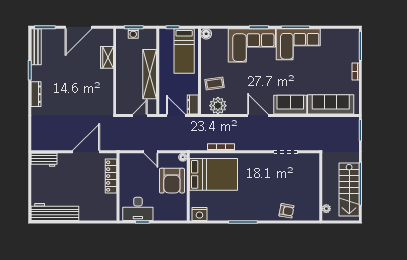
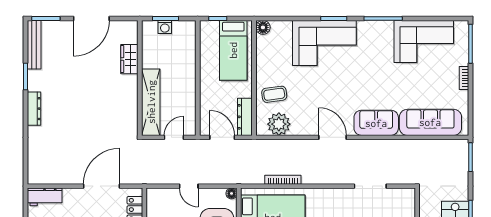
corner sofa: (298, 44) -> (424, 41), moved
shelving: (150, 74) -> (151, 102), moved
dresser: (193, 104) -> (245, 117), width x1.44

